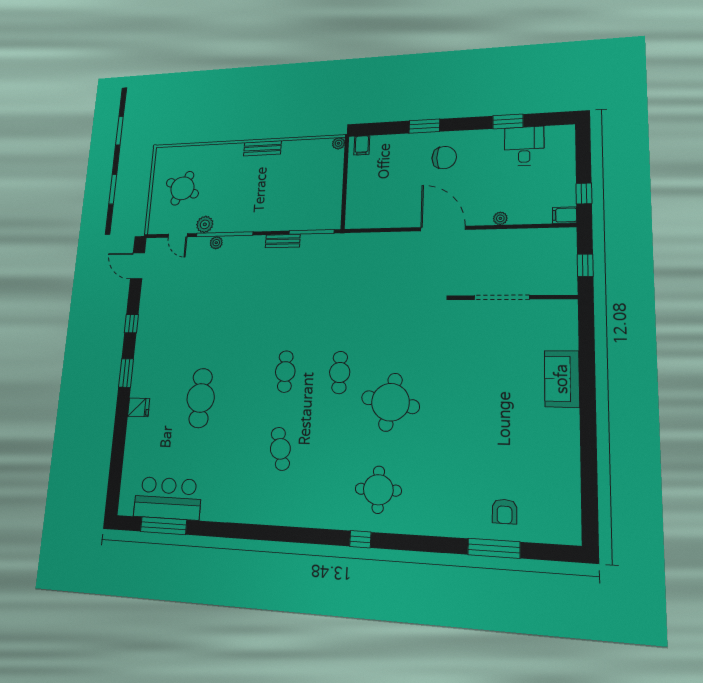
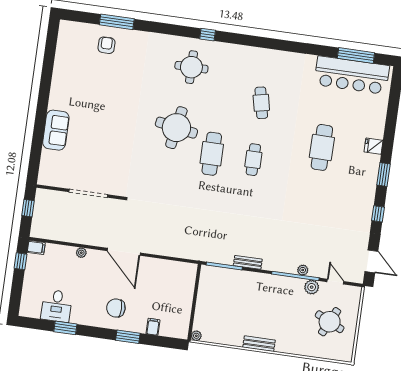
filing cabinet: (362, 145) -> (153, 327), moved
cafe table: (340, 372) -> (212, 154), width x1.37, depth x1.35
bar counter: (168, 498) -> (352, 75), width x1.36

